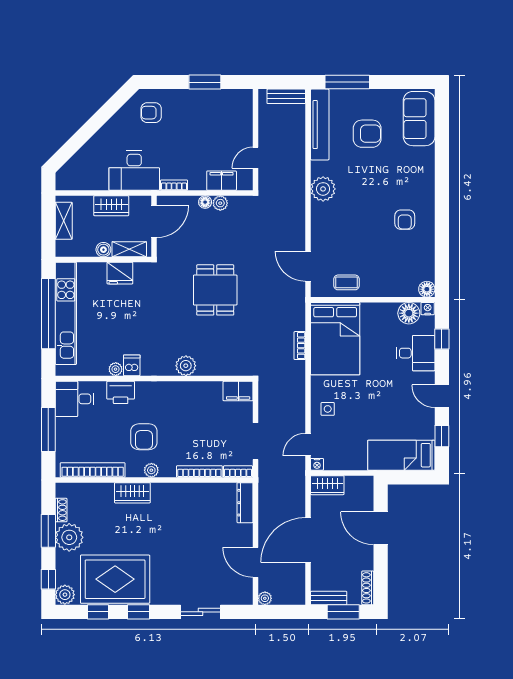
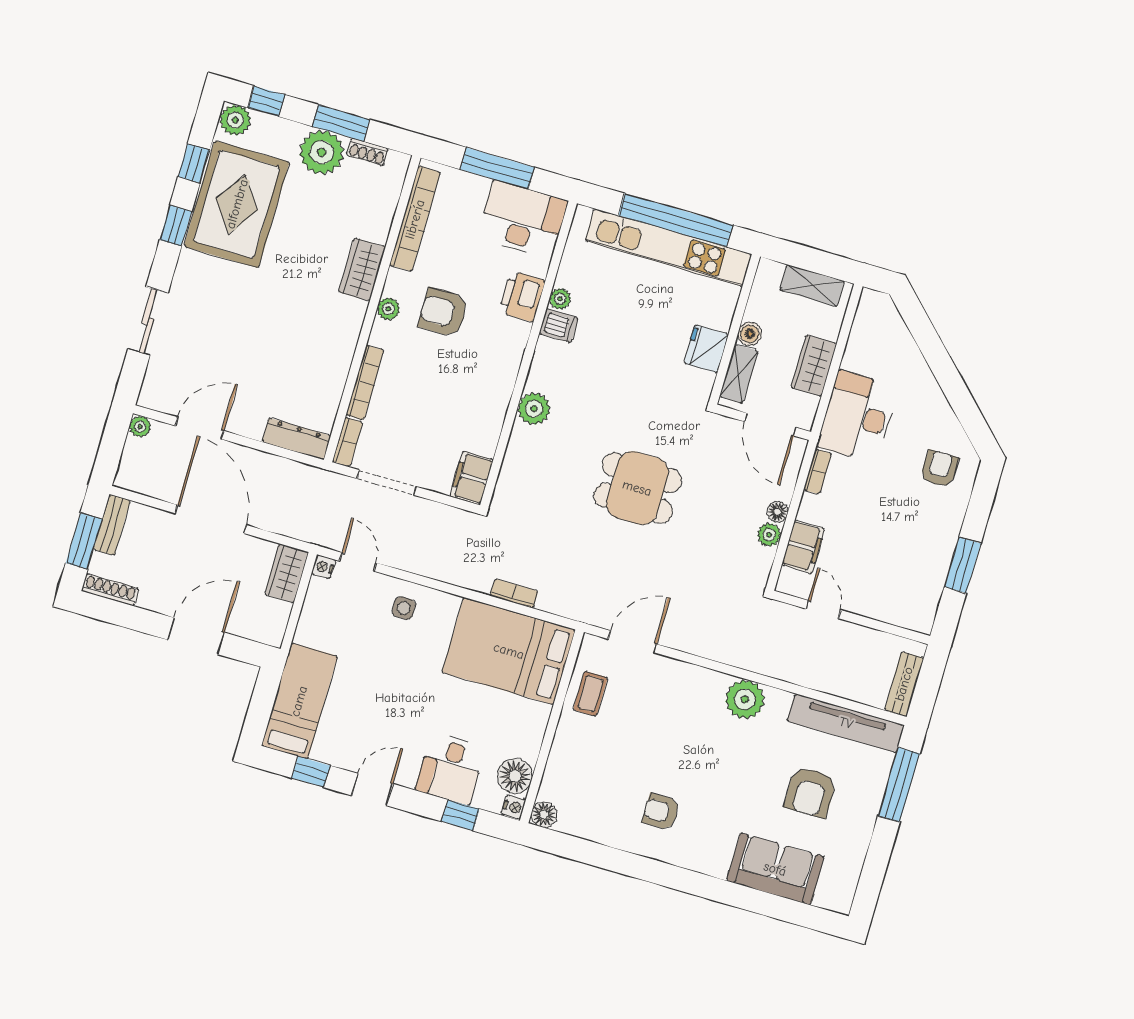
sofa: (419, 119) -> (775, 869), moved
desk: (74, 399) -> (522, 219), width x1.37

